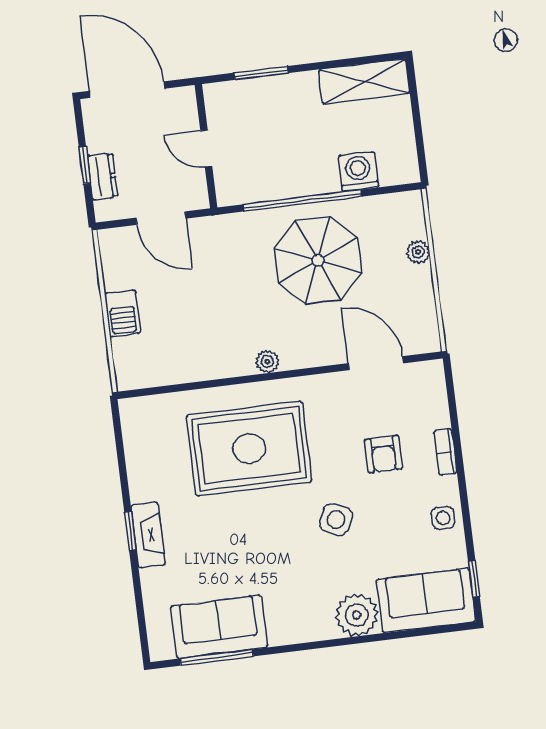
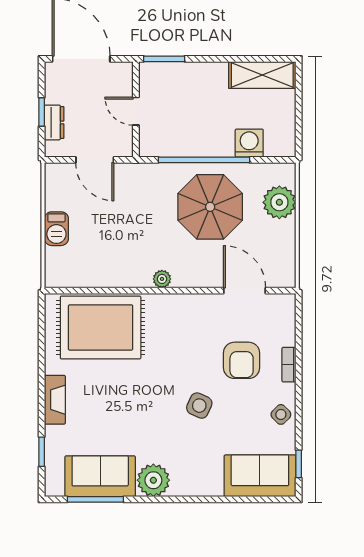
window: (261, 73) -> (164, 59), moved
plant: (418, 252) -> (279, 202), width x1.88, depth x1.88
rug: (249, 449) -> (101, 327), moved
armchair: (383, 454) -> (242, 360), width x1.38, depth x1.38
side table: (443, 518) -> (281, 414), turned 45
window: (130, 531) -> (42, 452), moved
plant: (357, 615) -> (153, 480), moved

